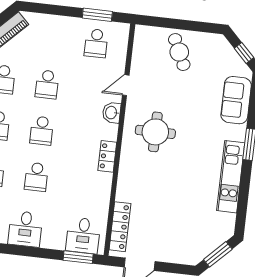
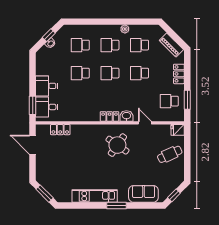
locker: (55, 23) -> (179, 74), added
fridge: (143, 35) -> (178, 130), added
round table: (155, 132) -> (117, 145), turned 35
locker: (107, 156) -> (110, 116), moved
locker: (120, 227) -> (60, 130), width x0.66
desk: (25, 229) -> (47, 86), moved

